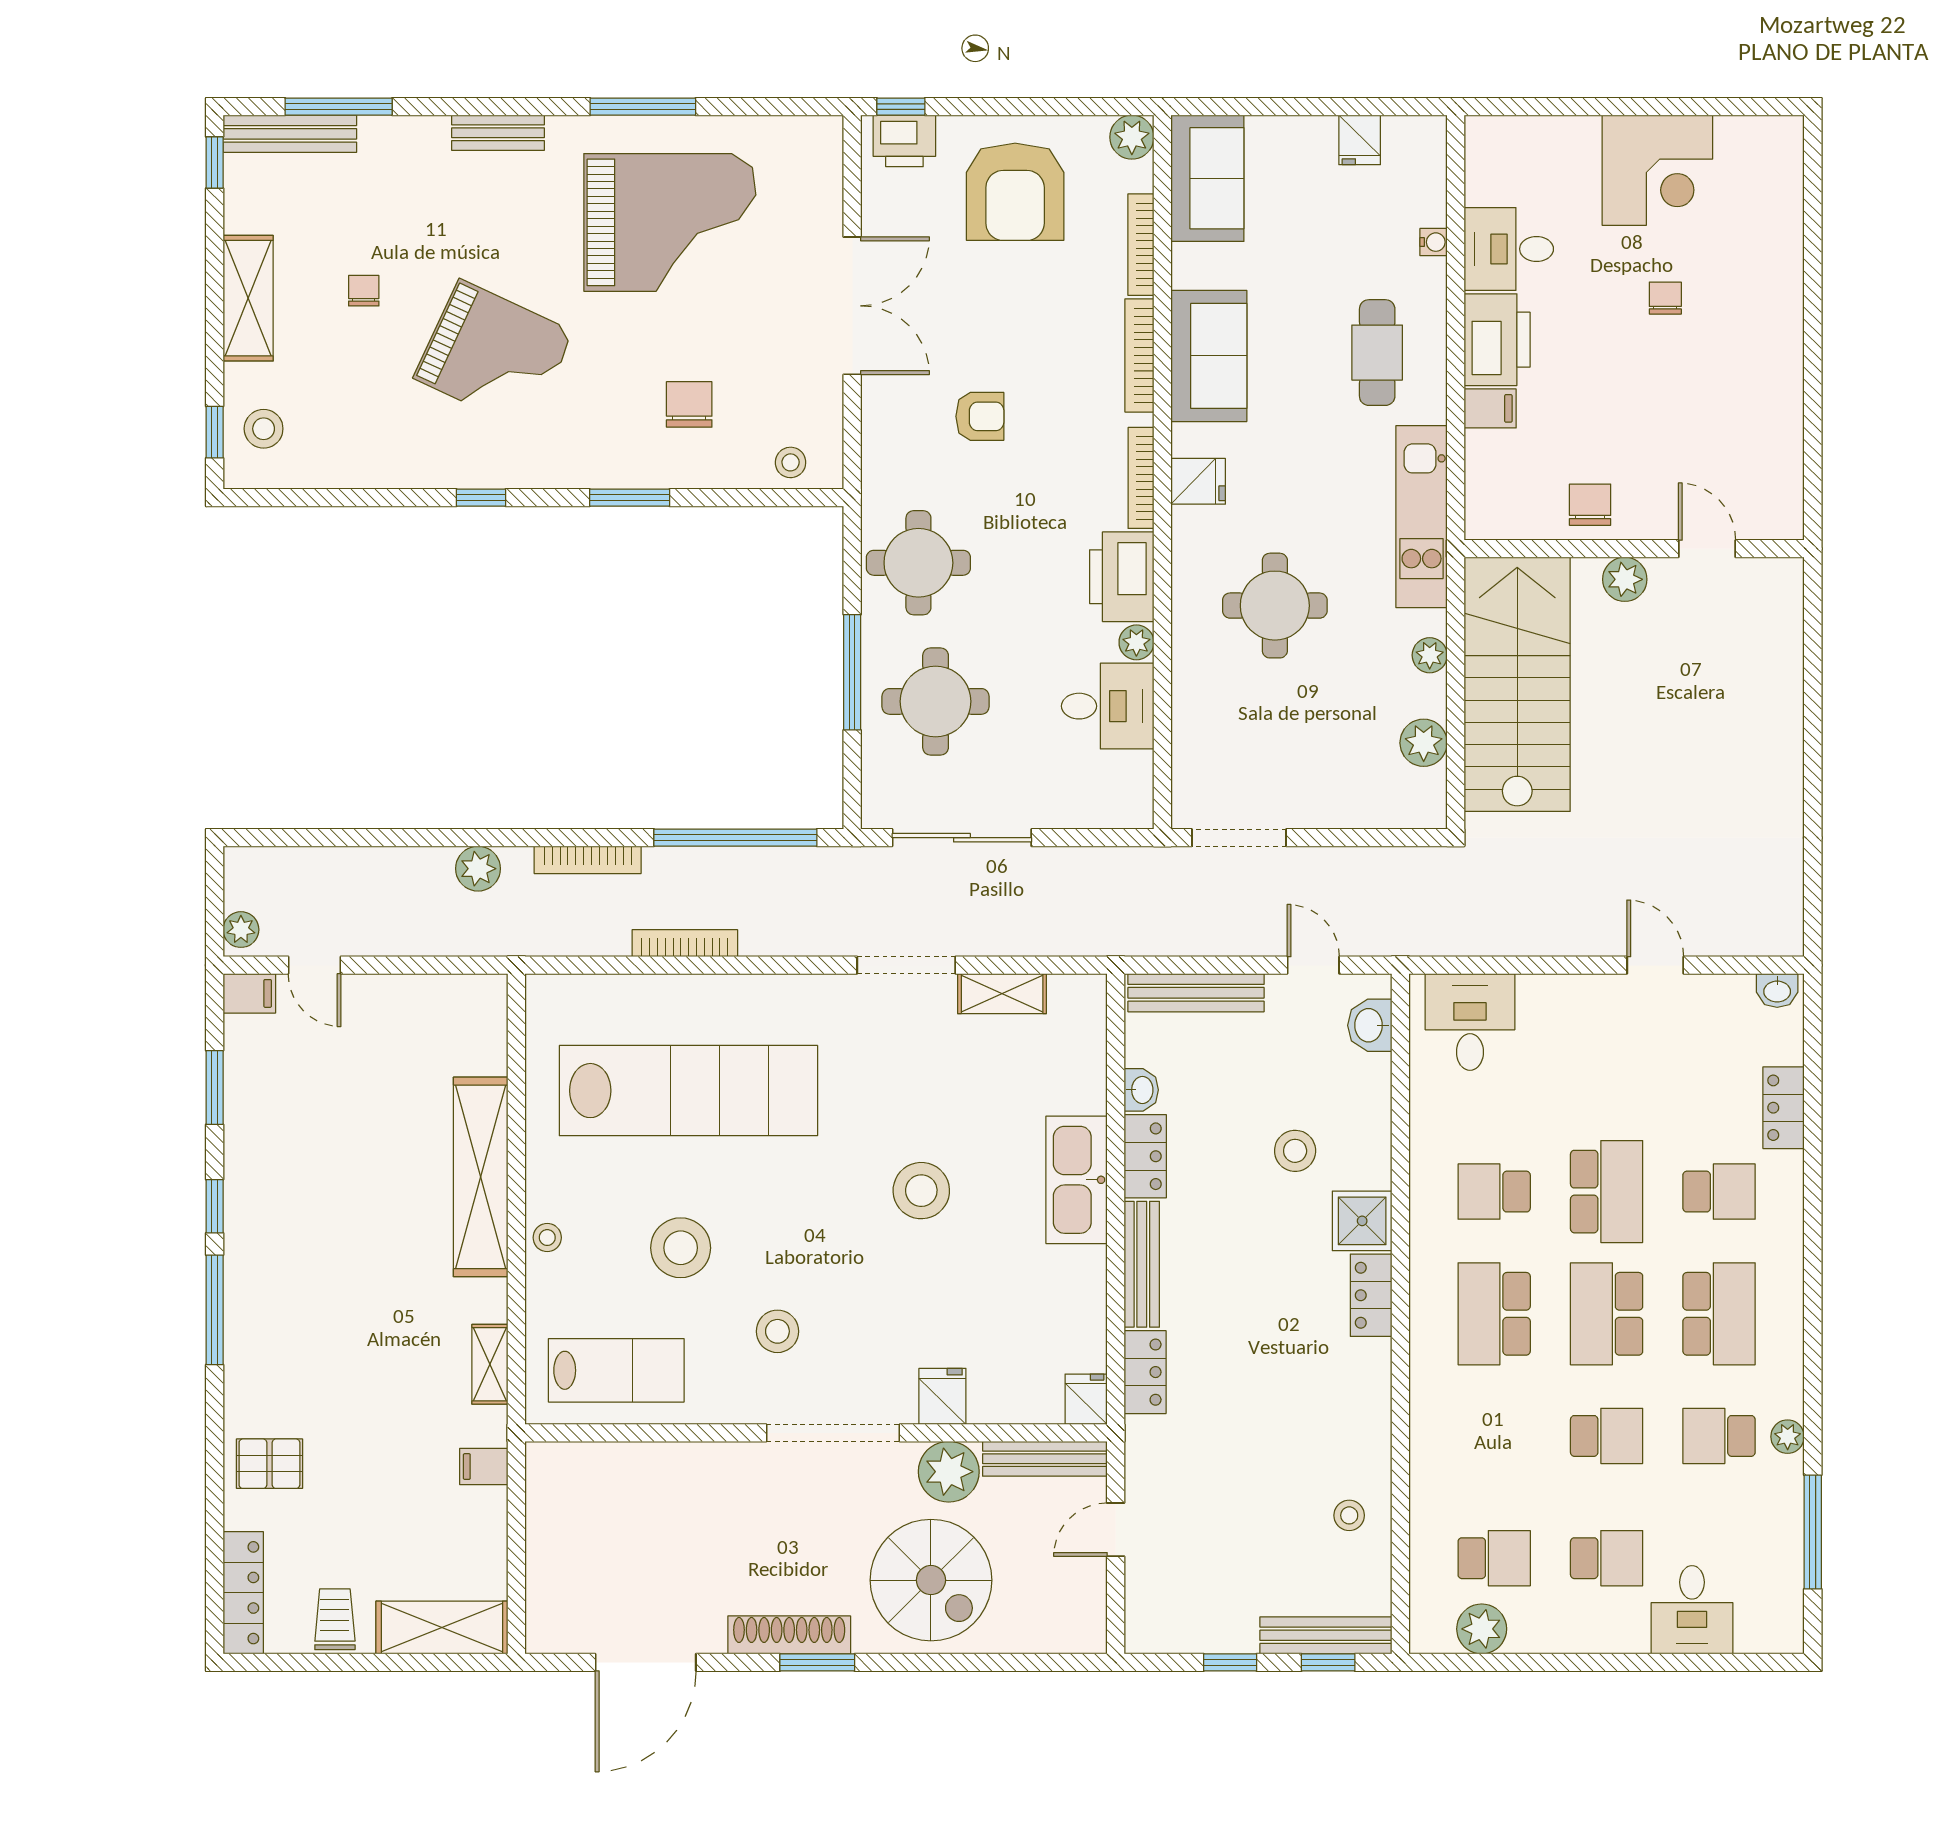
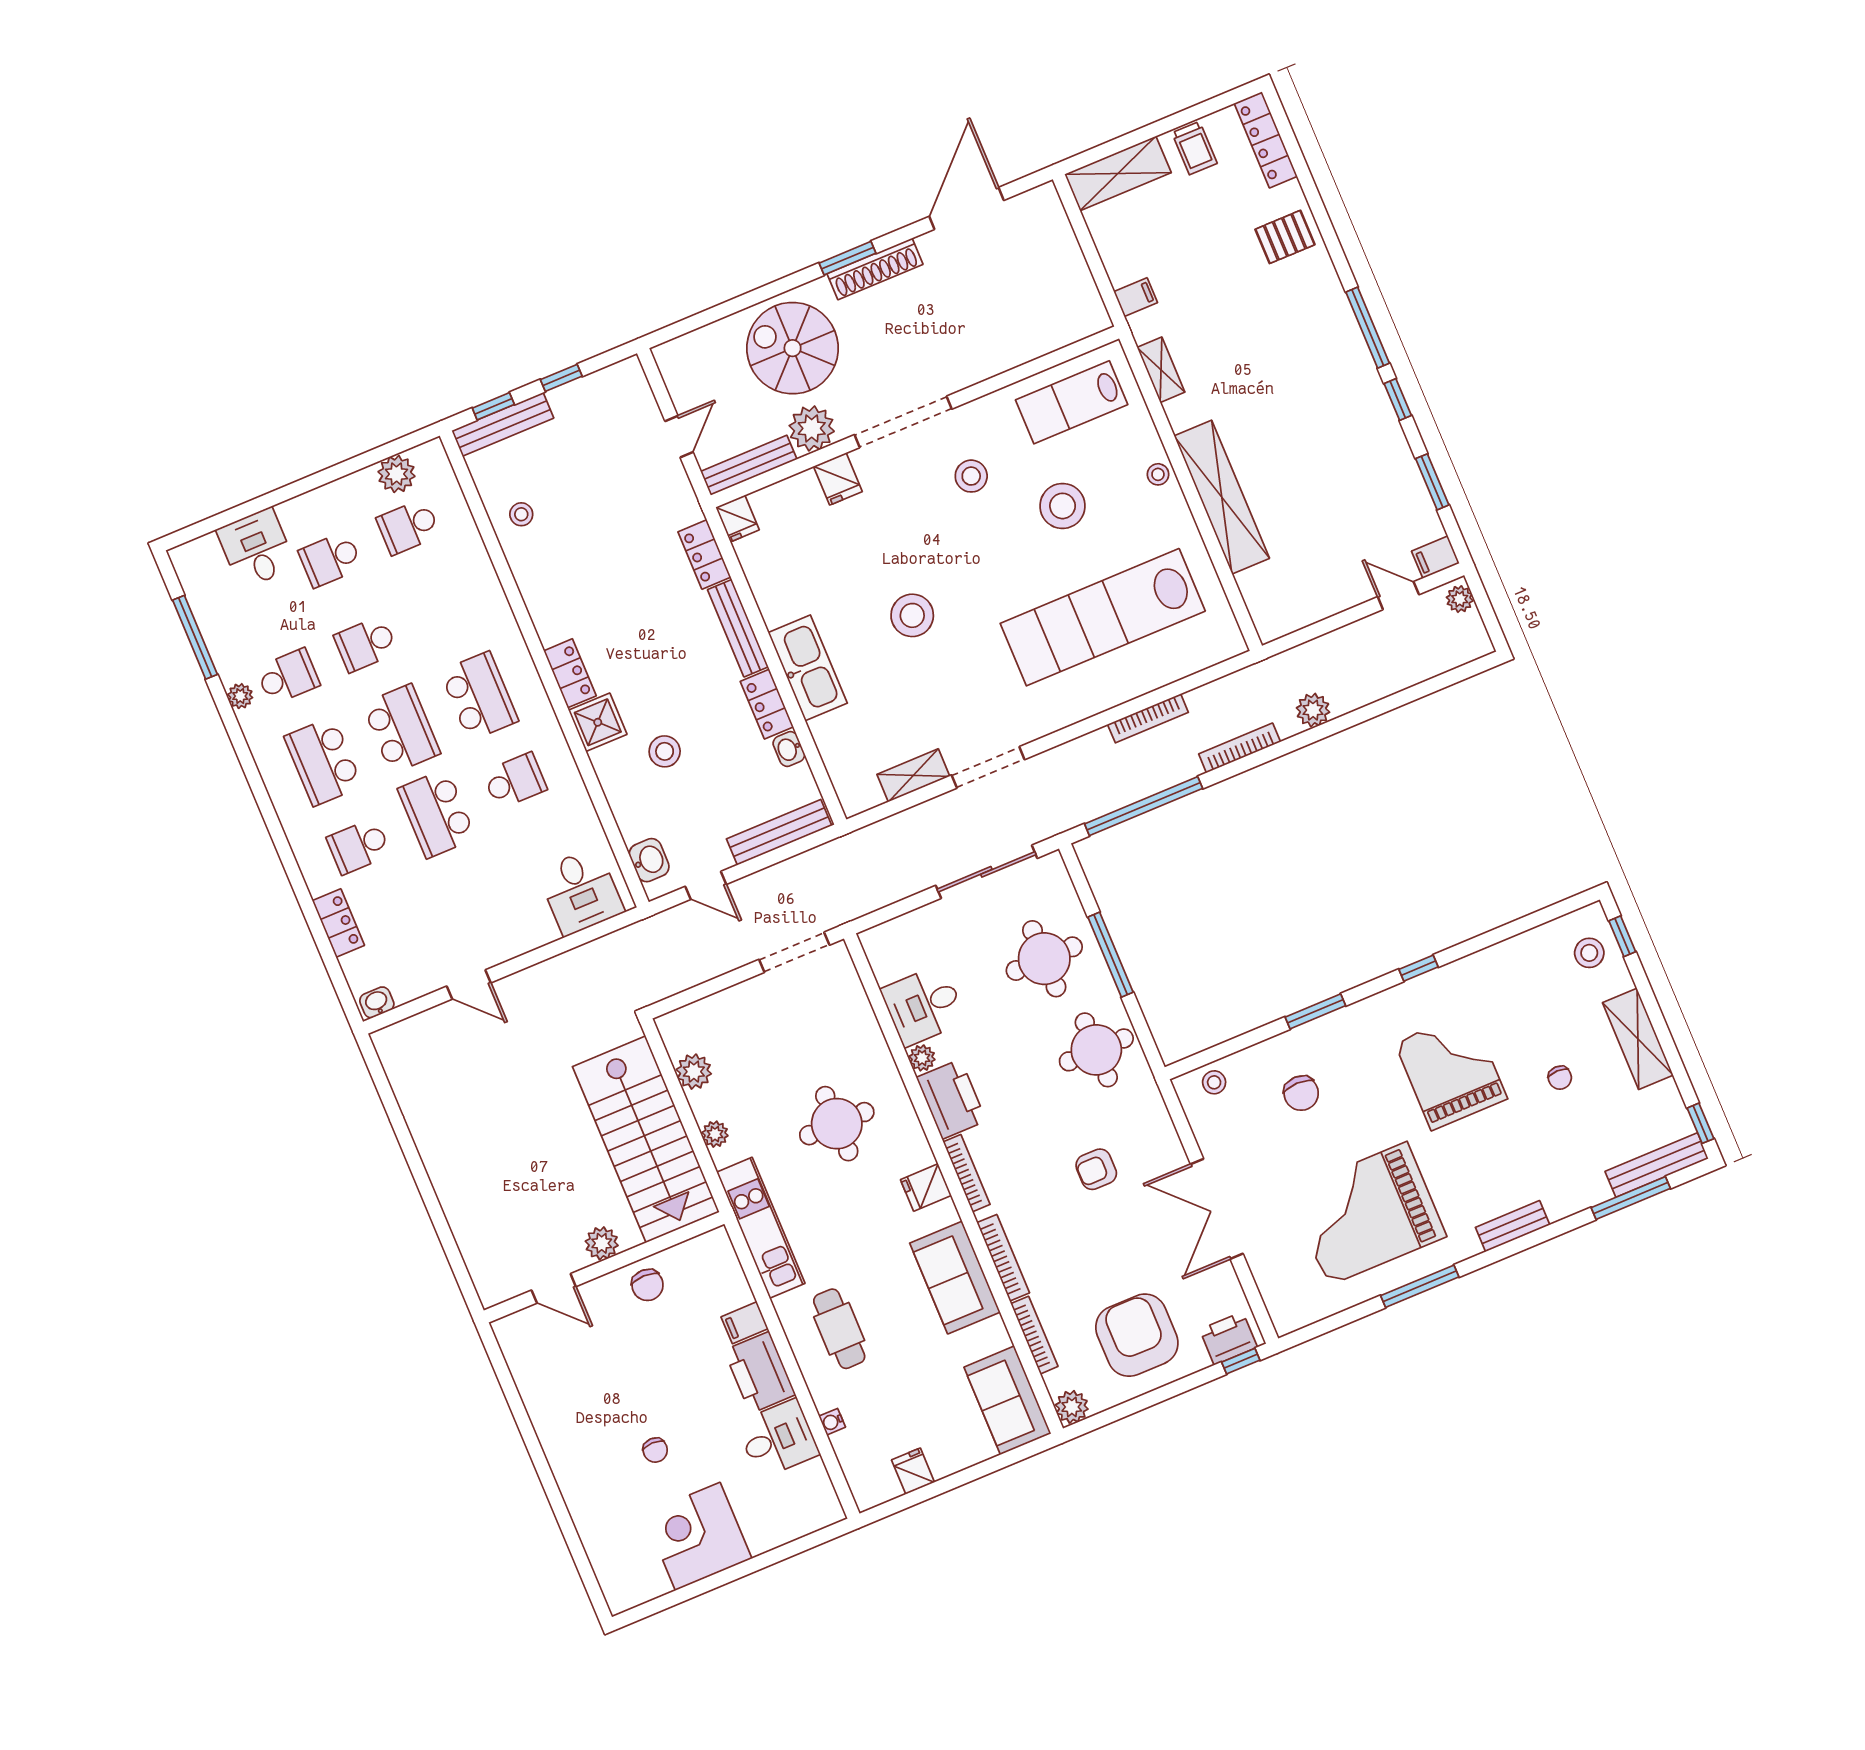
grand piano: (494, 355) -> (1451, 1071), turned 65

